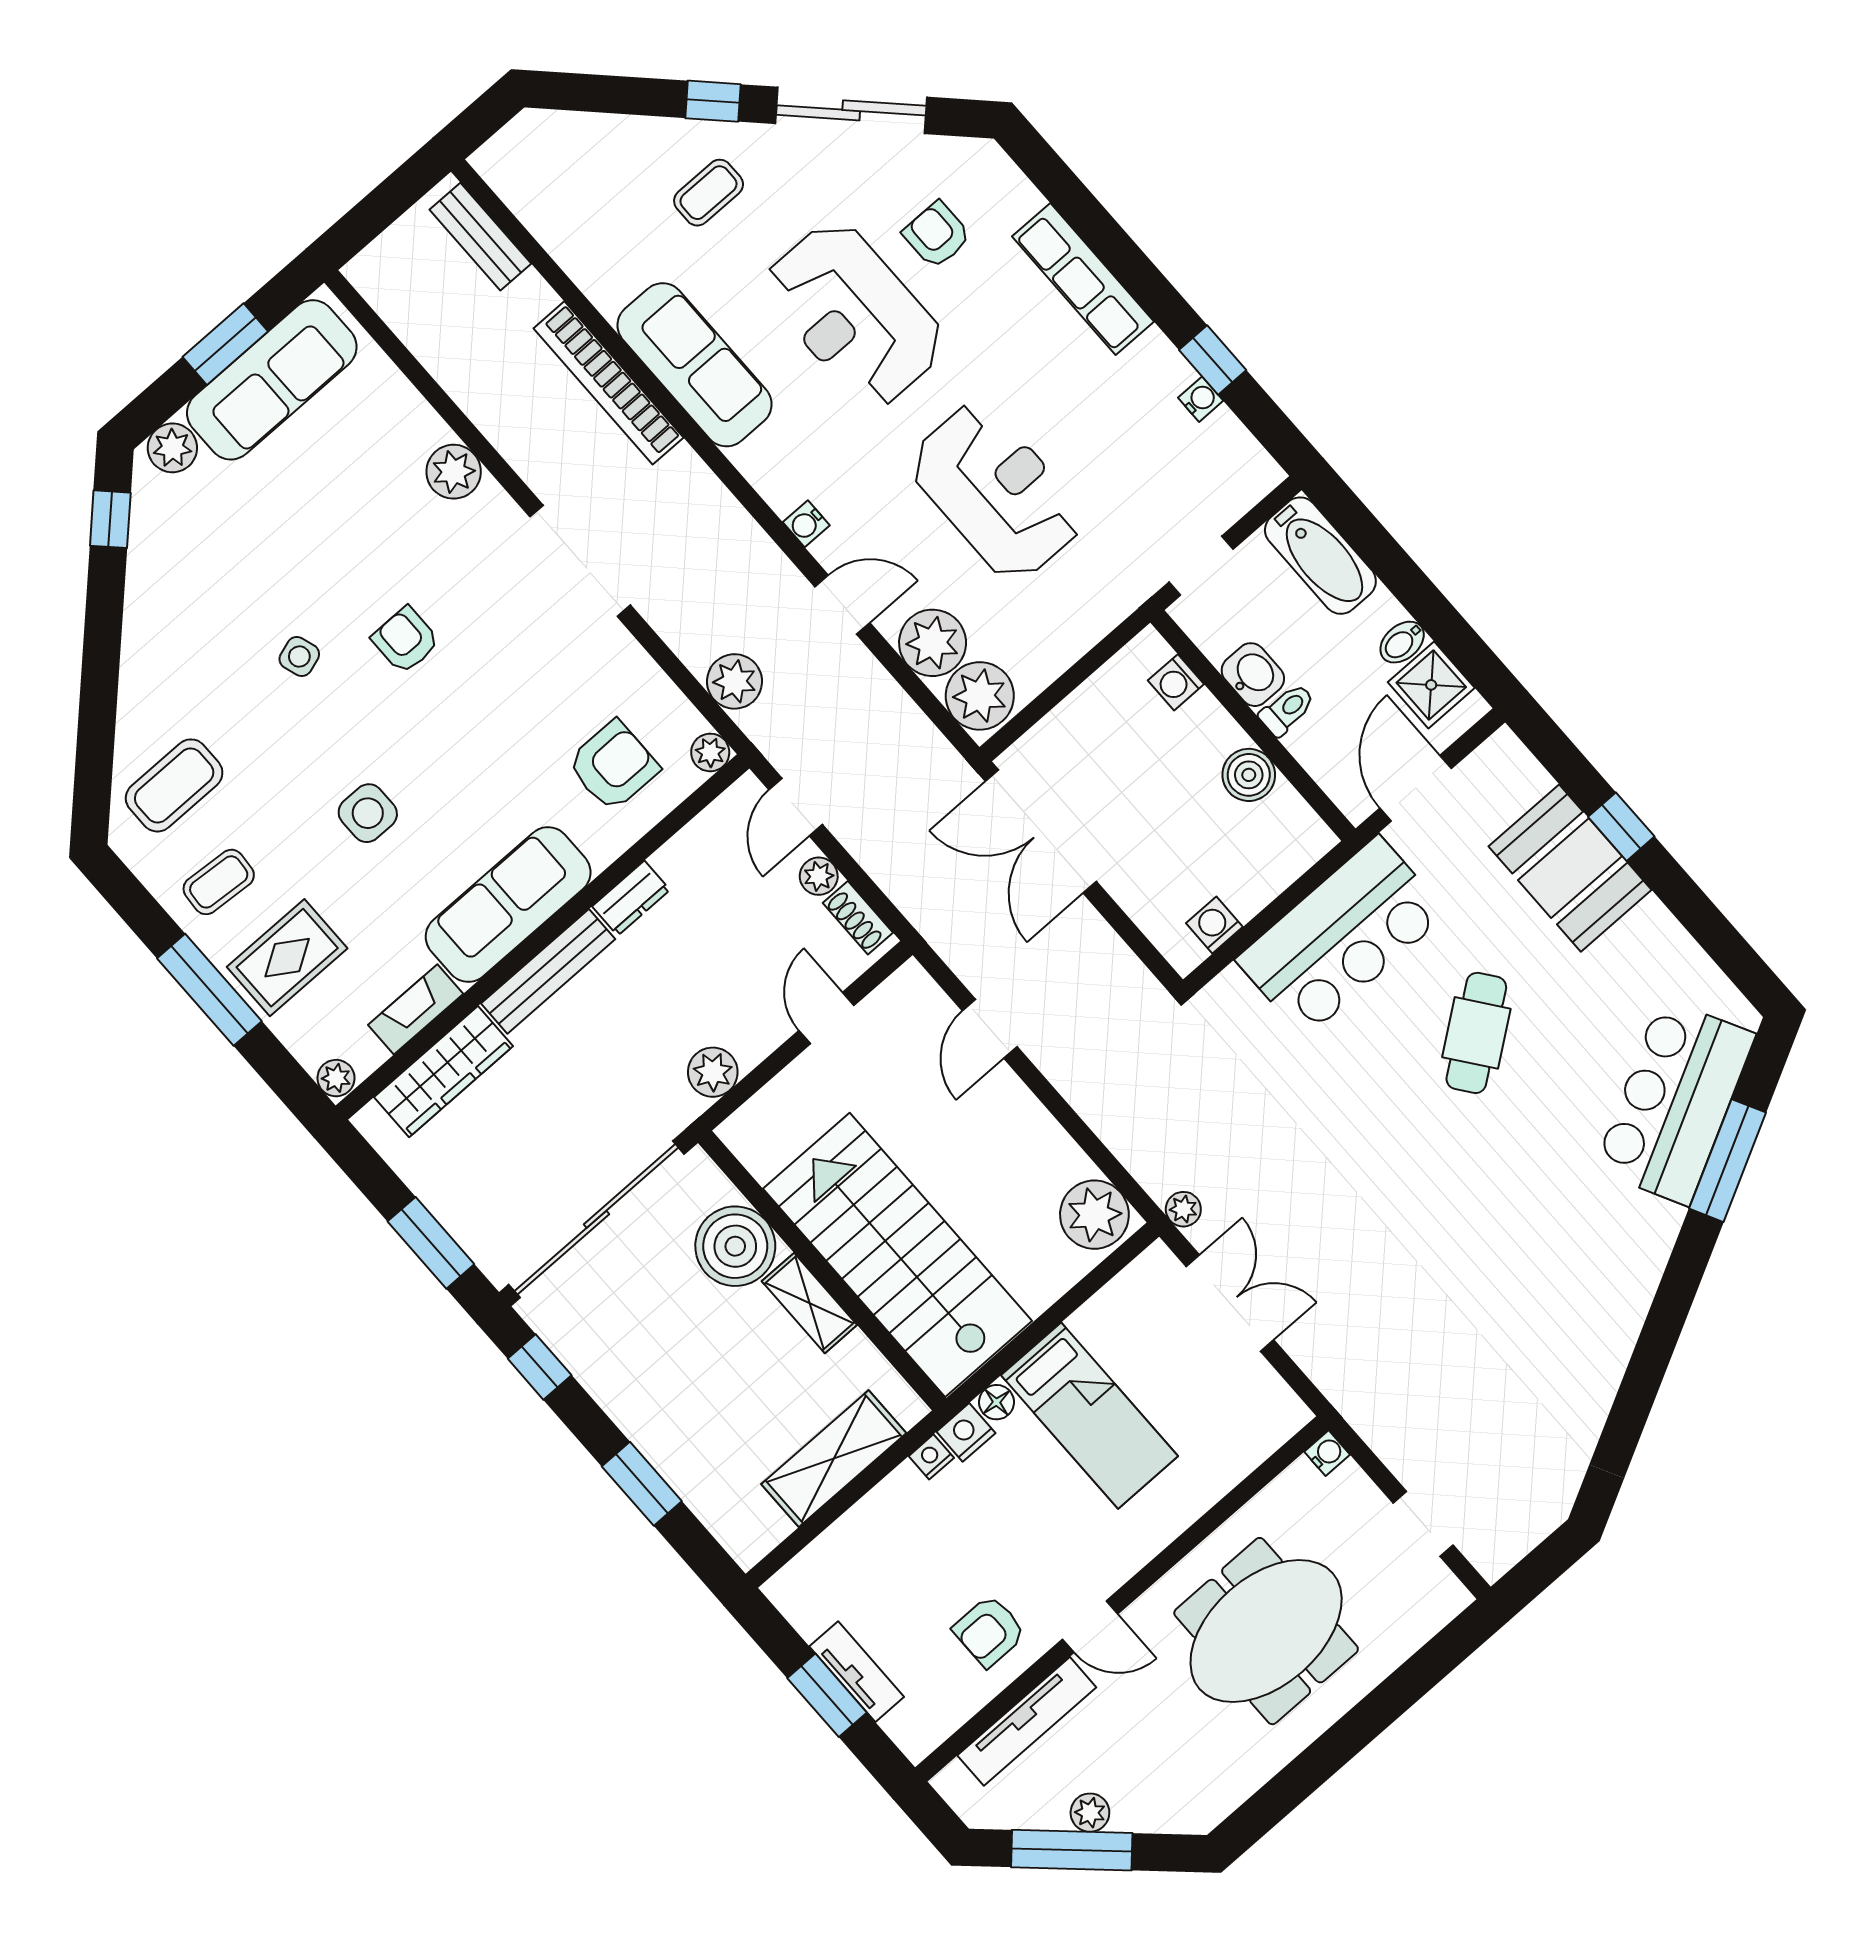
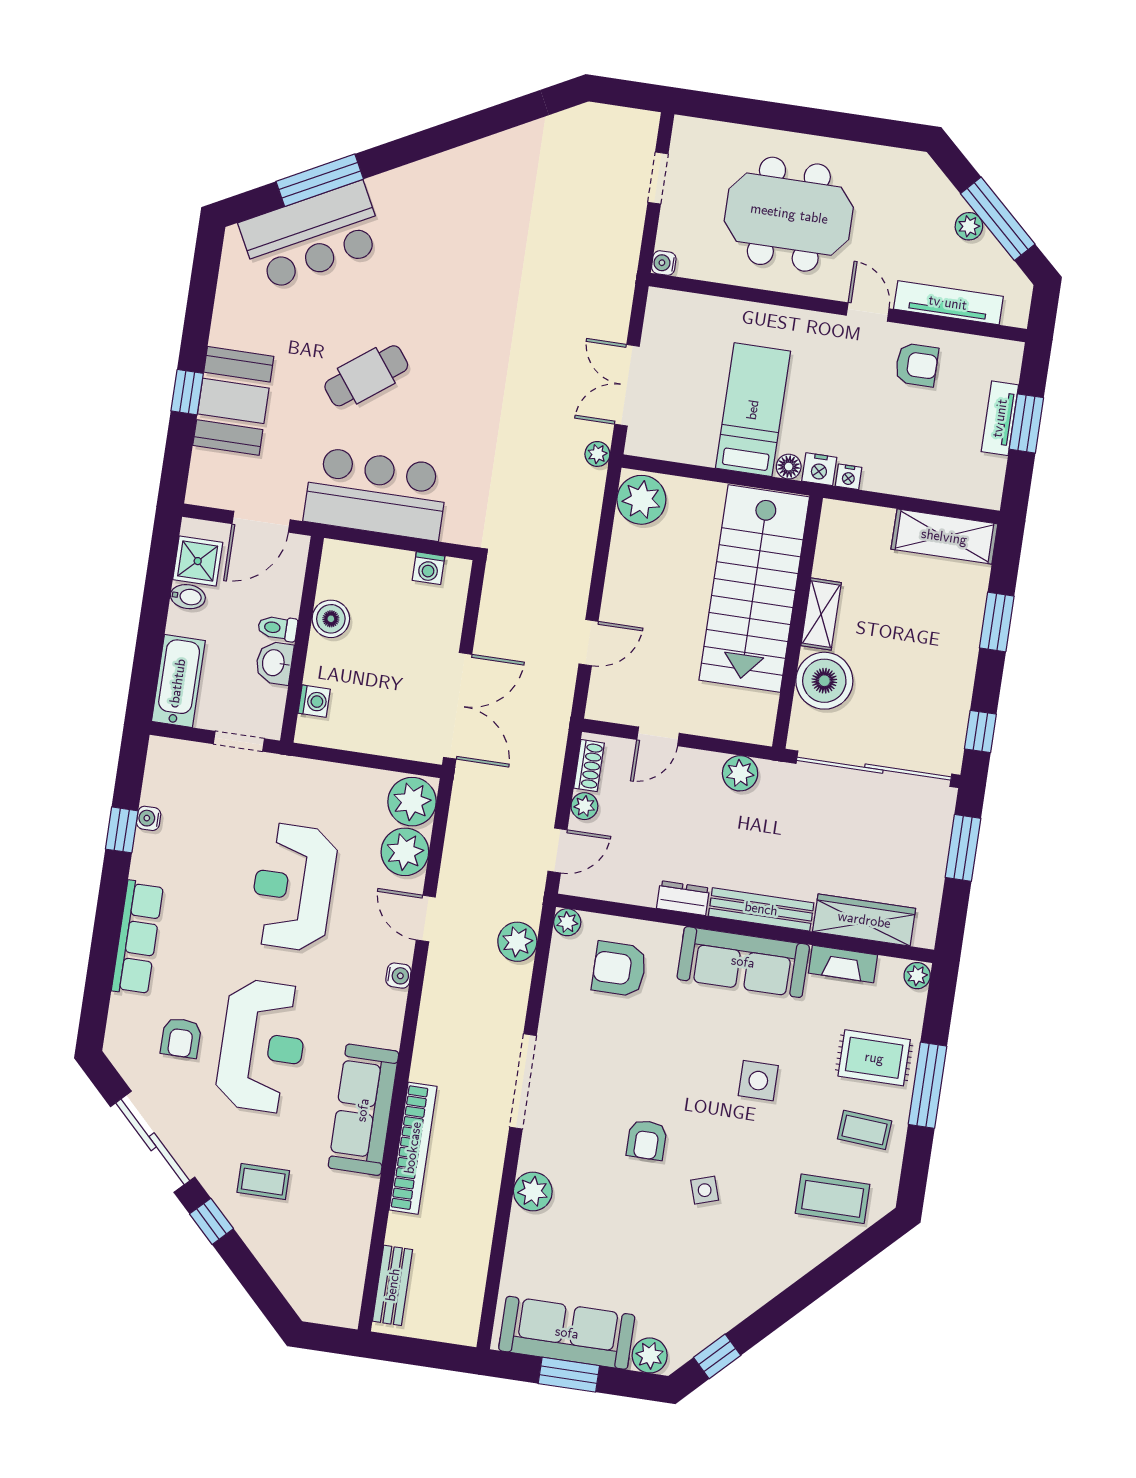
shelving: (834, 1459) -> (944, 537), moved

